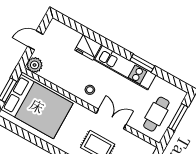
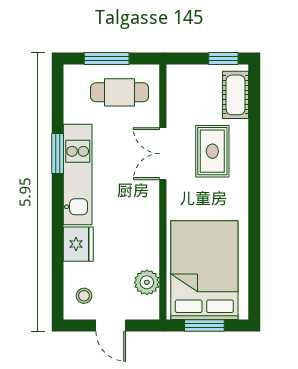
plant: (35, 65) -> (147, 282), moved
stool: (90, 90) -> (84, 296), moved

